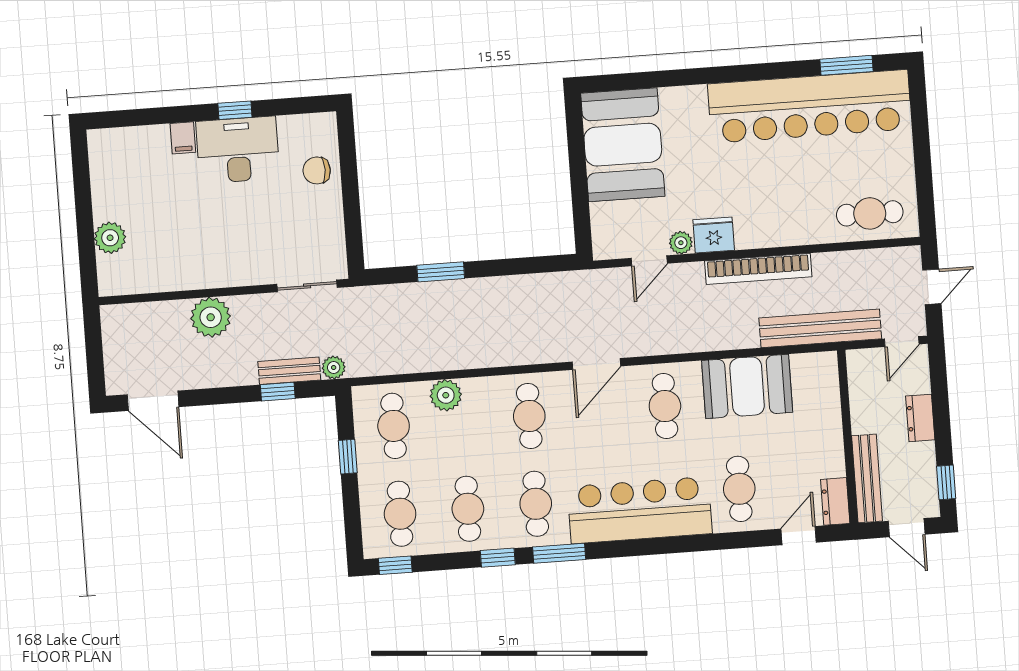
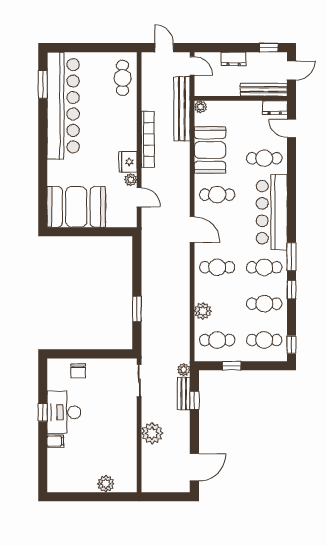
plant: (826, 363) -> (201, 107), added

